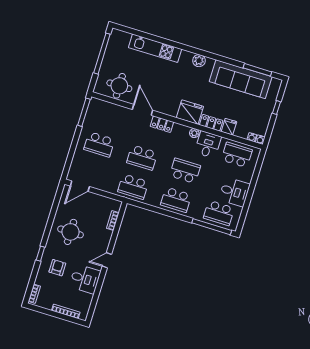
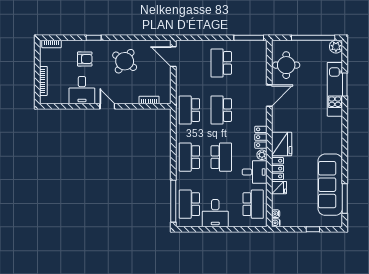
window: (153, 38) -> (345, 84), added
plant: (199, 61) -> (336, 47), moved
locker: (162, 124) -> (261, 137), moved
round table: (71, 232) -> (125, 61), turned 35

